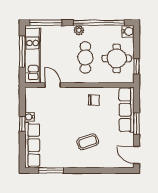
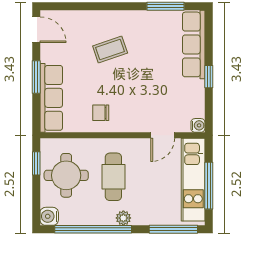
door: (53, 85) -> (163, 135), hinge flipped
water cooler: (29, 117) -> (198, 125), moved

